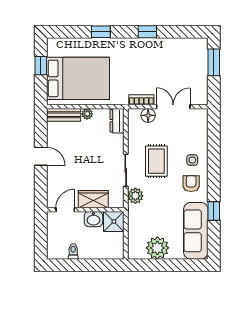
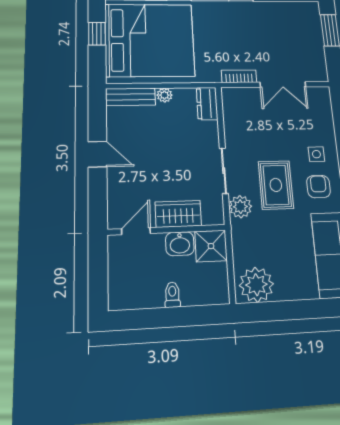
bed: (78, 78) -> (150, 40), width x1.36
double door: (173, 107) -> (283, 85), swing flipped
floor lamp: (148, 115) -> (250, 96), removed
rug: (156, 161) -> (276, 185), moved
plant: (157, 248) -> (256, 285), moved
toilet: (73, 251) -> (172, 295), moved

